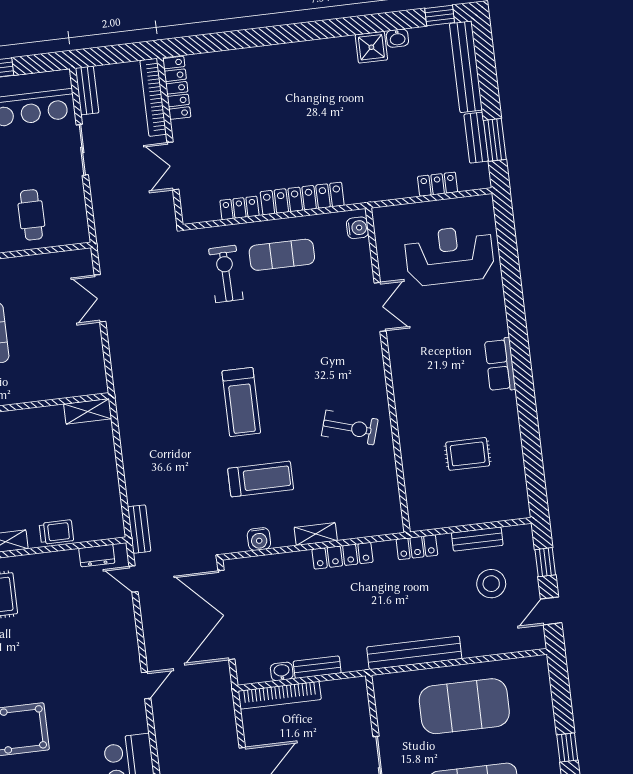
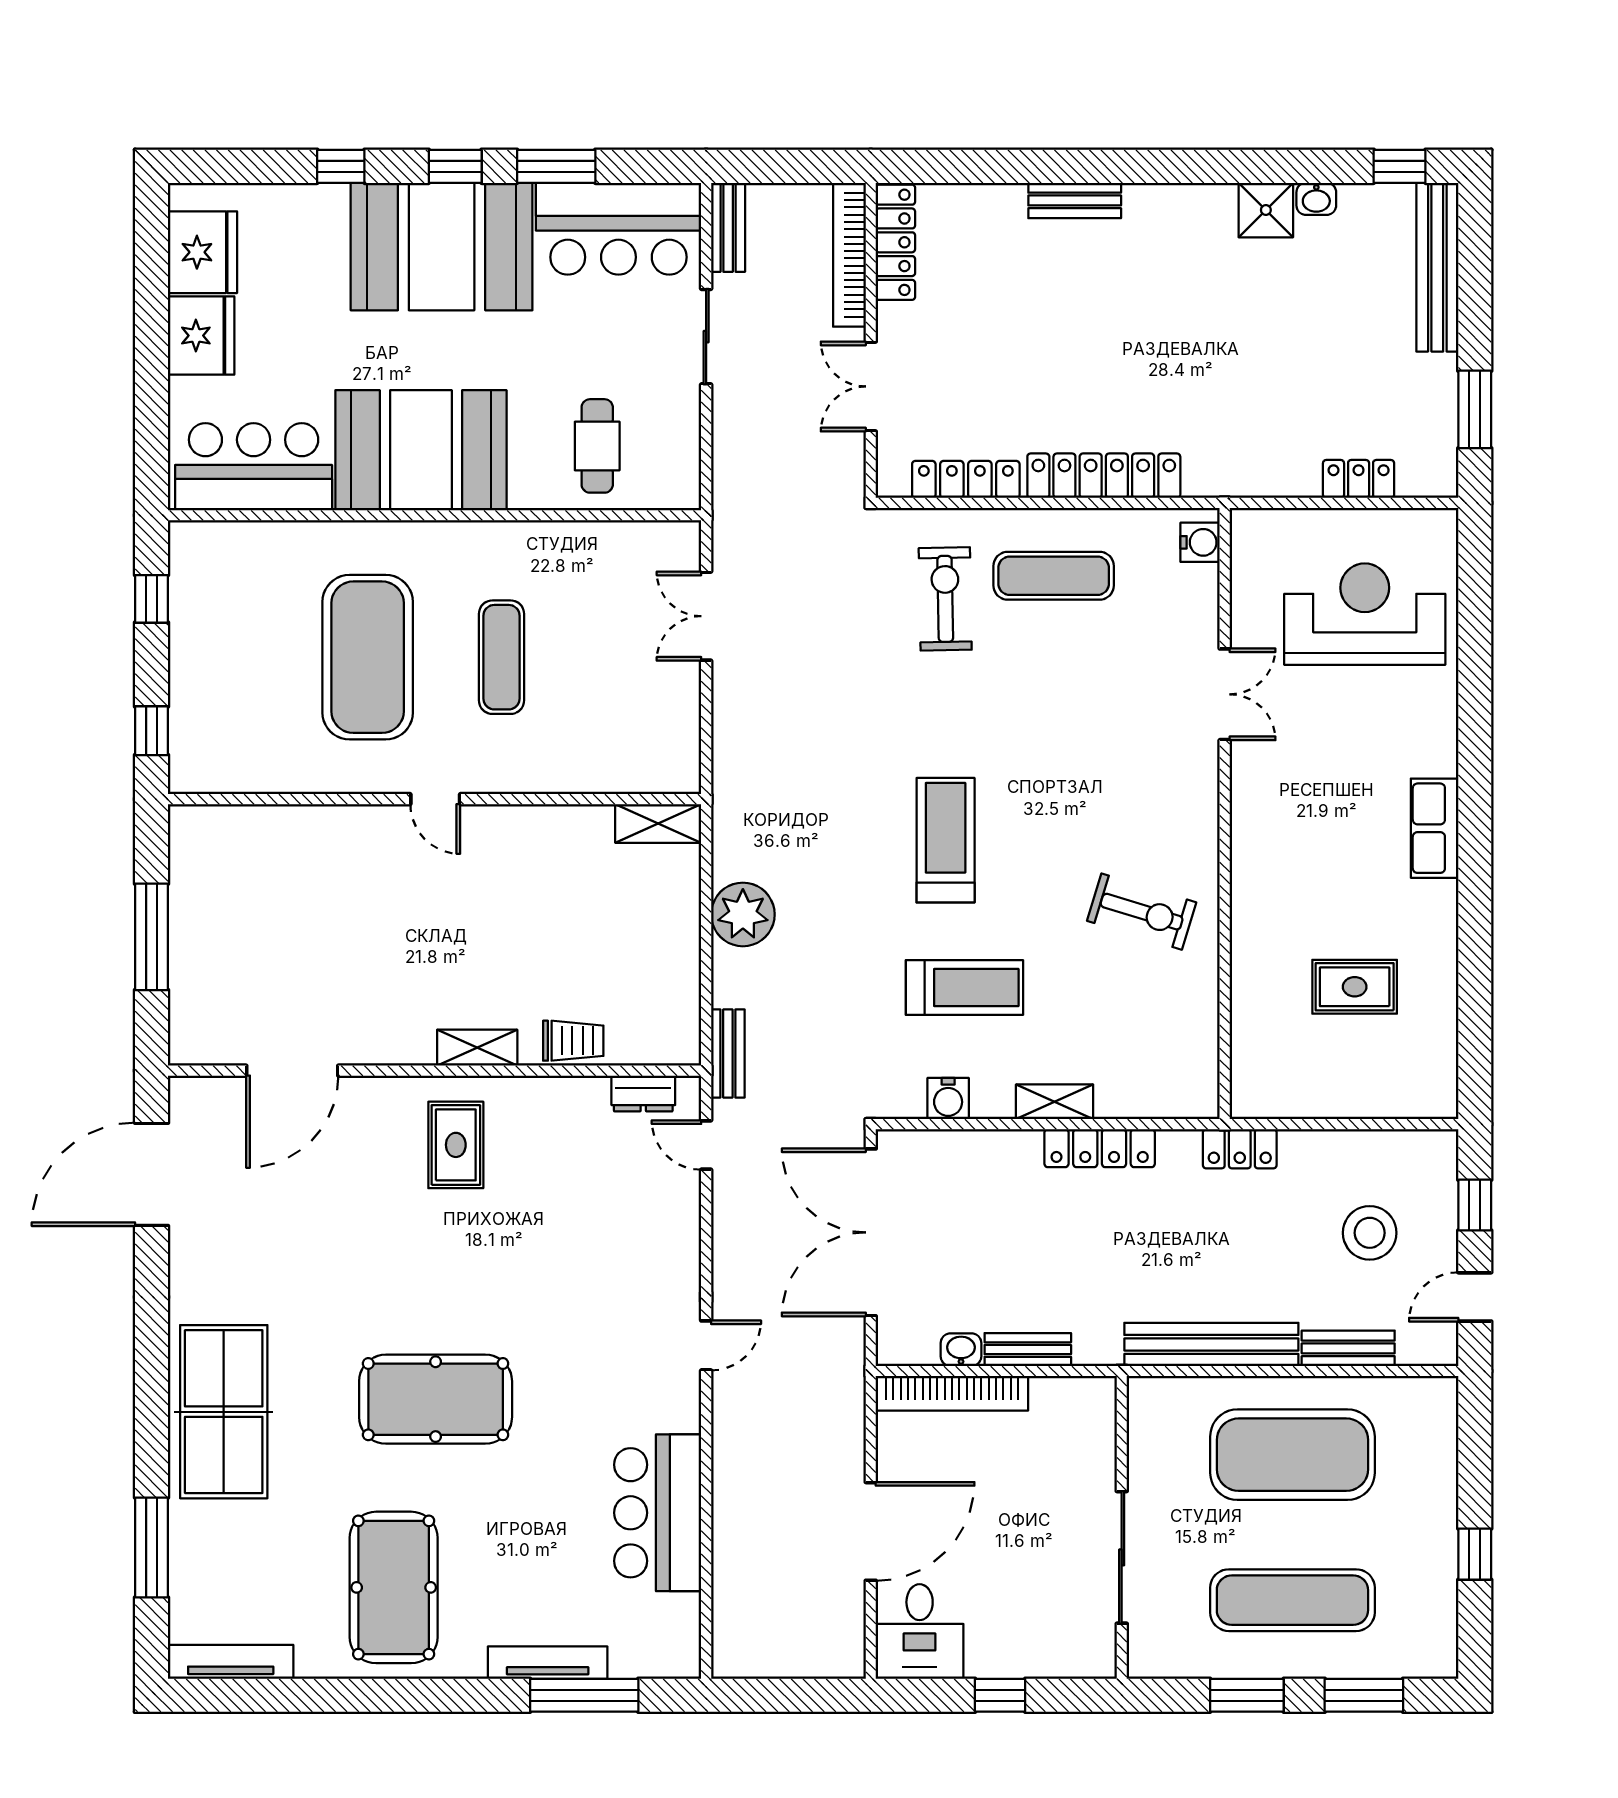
bench: (476, 138) -> (1075, 200), moved, turned 90
locker: (239, 208) -> (966, 479), width x1.53
treadmill: (241, 402) -> (946, 840), turned 180
plant: (138, 454) -> (743, 914), added
bench: (477, 539) -> (1348, 1348), moved

